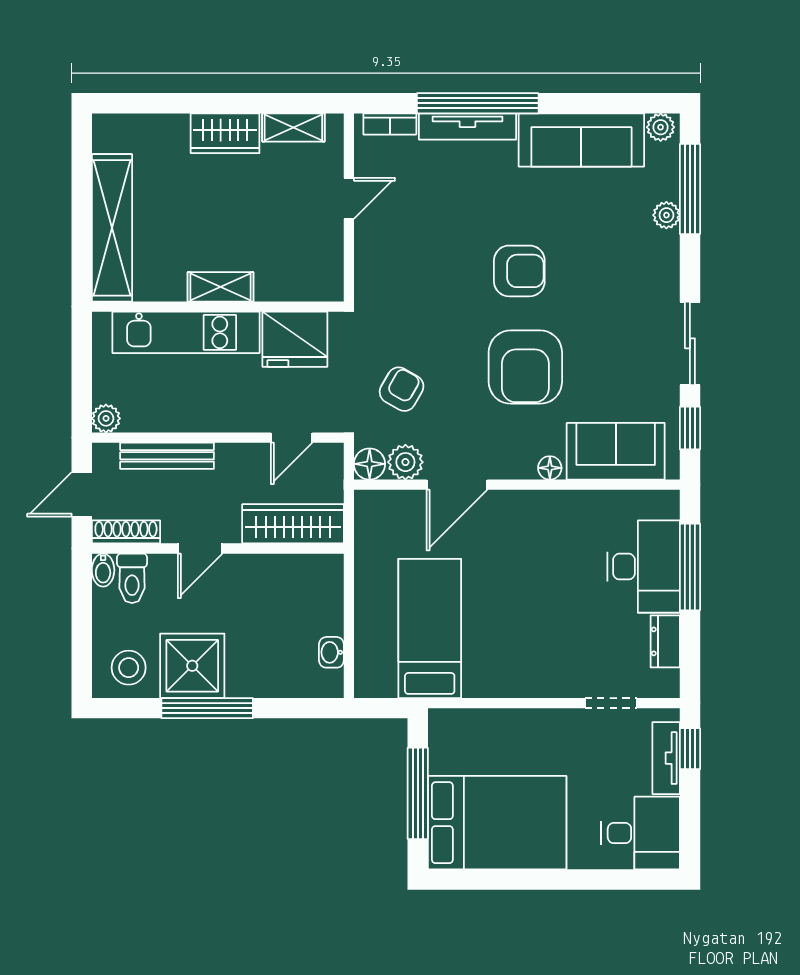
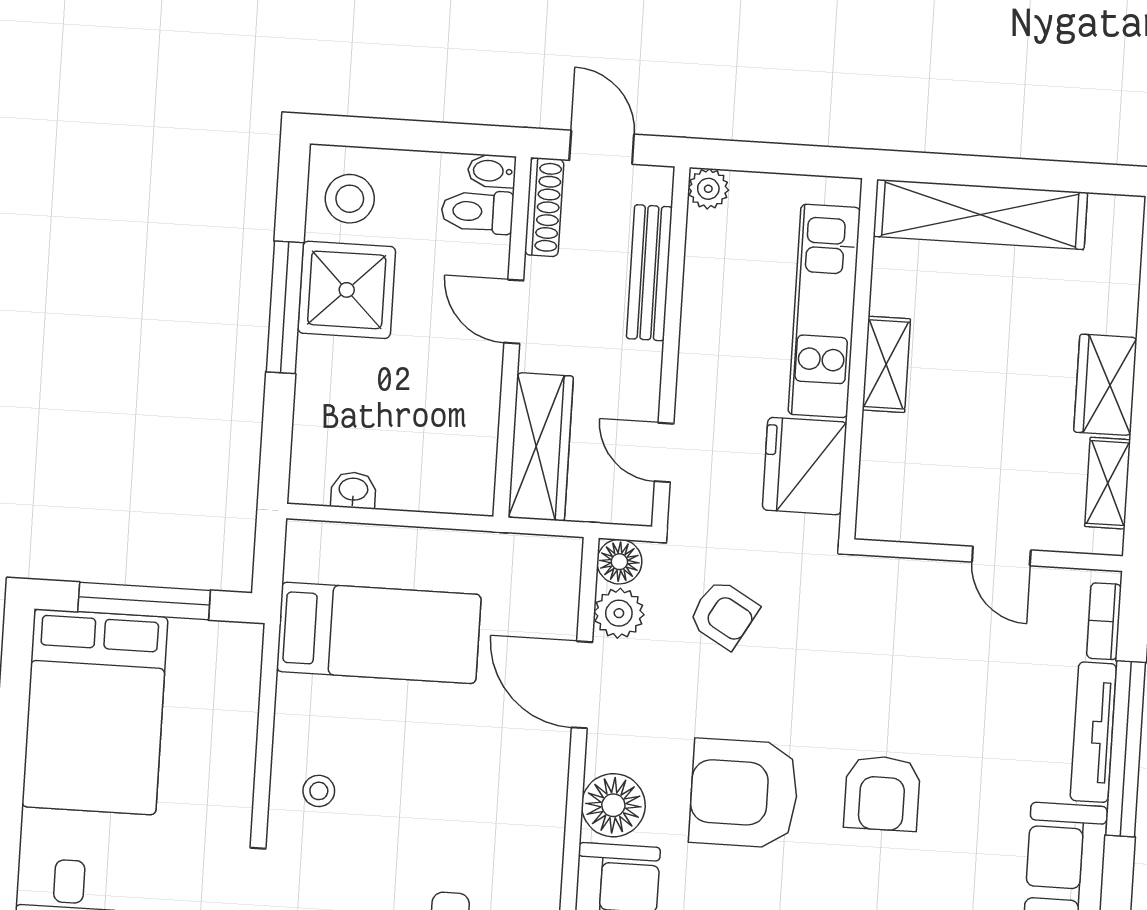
floor lamp: (550, 468) -> (613, 805), width x1.89, depth x1.89
stool: (542, 663) -> (319, 791), added

